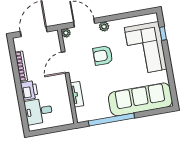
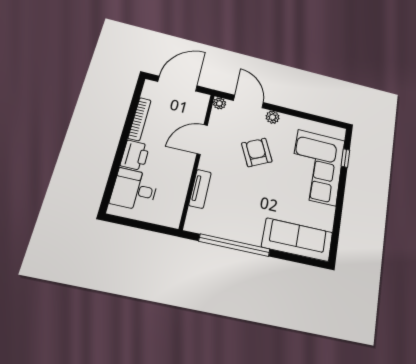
armchair: (103, 55) -> (257, 152), turned 64
sofa: (140, 99) -> (297, 240), width x0.74, depth x0.79

